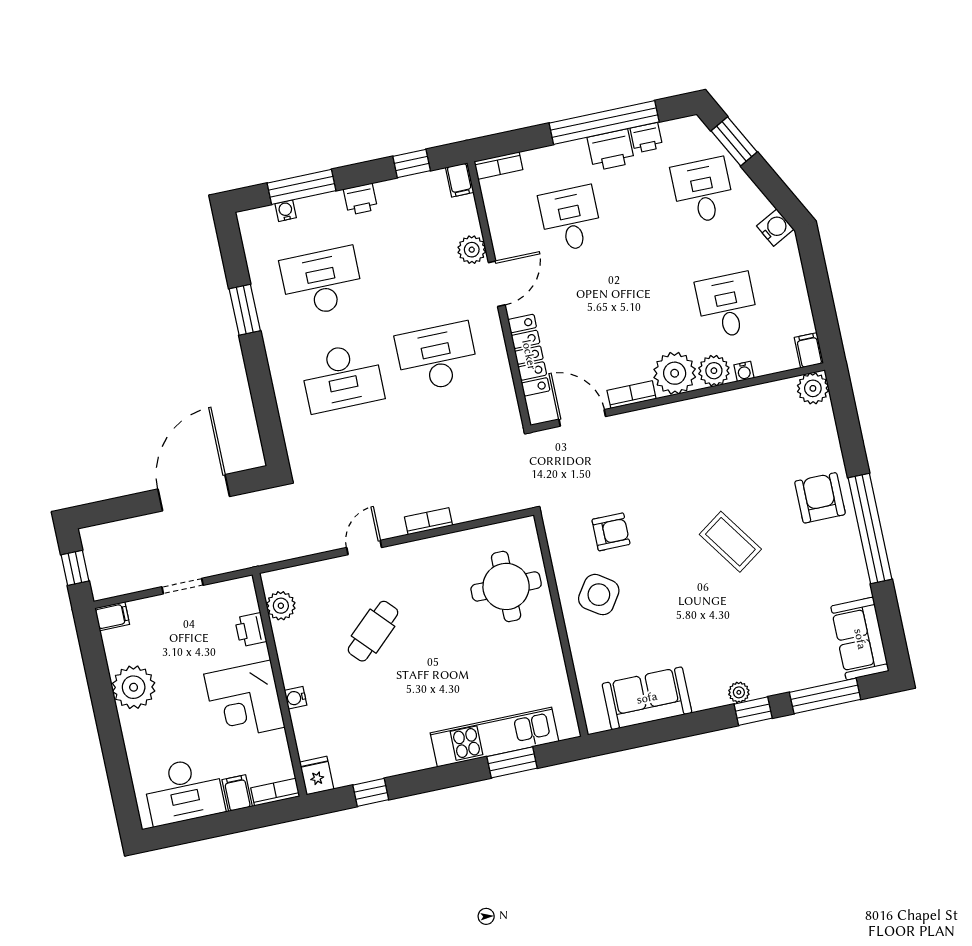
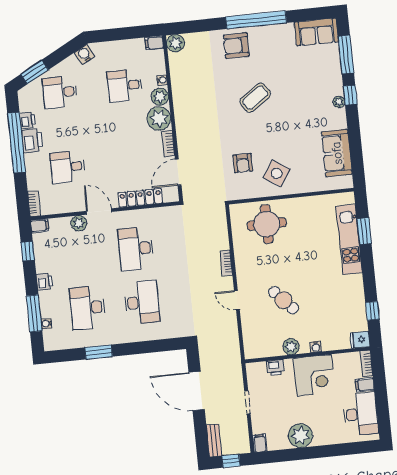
armchair: (611, 532) -> (243, 163), turned 180
bench: (108, 533) -> (214, 440), added
plant: (281, 606) -> (291, 347), moved

